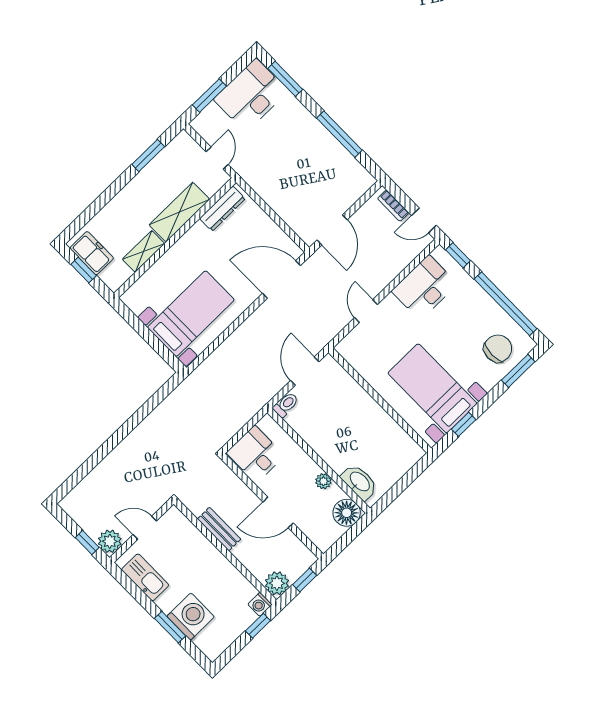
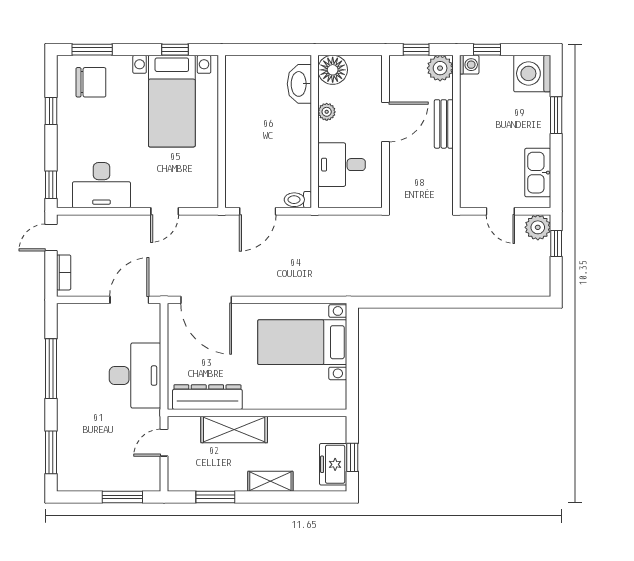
desk: (251, 95) -> (135, 376), moved, turned -90
dresser: (222, 209) -> (207, 397), width x1.37, depth x1.24
door: (424, 220) -> (51, 238), swing flipped
shelving: (143, 251) -> (270, 481), moved
window: (506, 304) -> (51, 111), width x0.32
chair: (498, 349) -> (91, 82), turned 180
desk: (255, 454) -> (342, 165), moved, turned 90
door: (278, 512) -> (386, 122), hinge flipped
bench: (219, 529) -> (444, 124), moved
washing machine: (191, 616) -> (532, 73), moved

